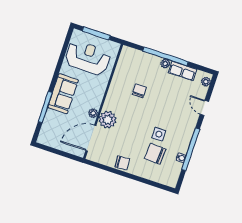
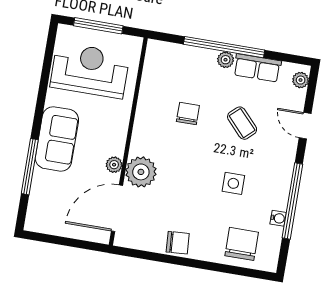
coffee table: (169, 101) -> (242, 123), added
chair: (155, 154) -> (242, 244), moved, turned 87

